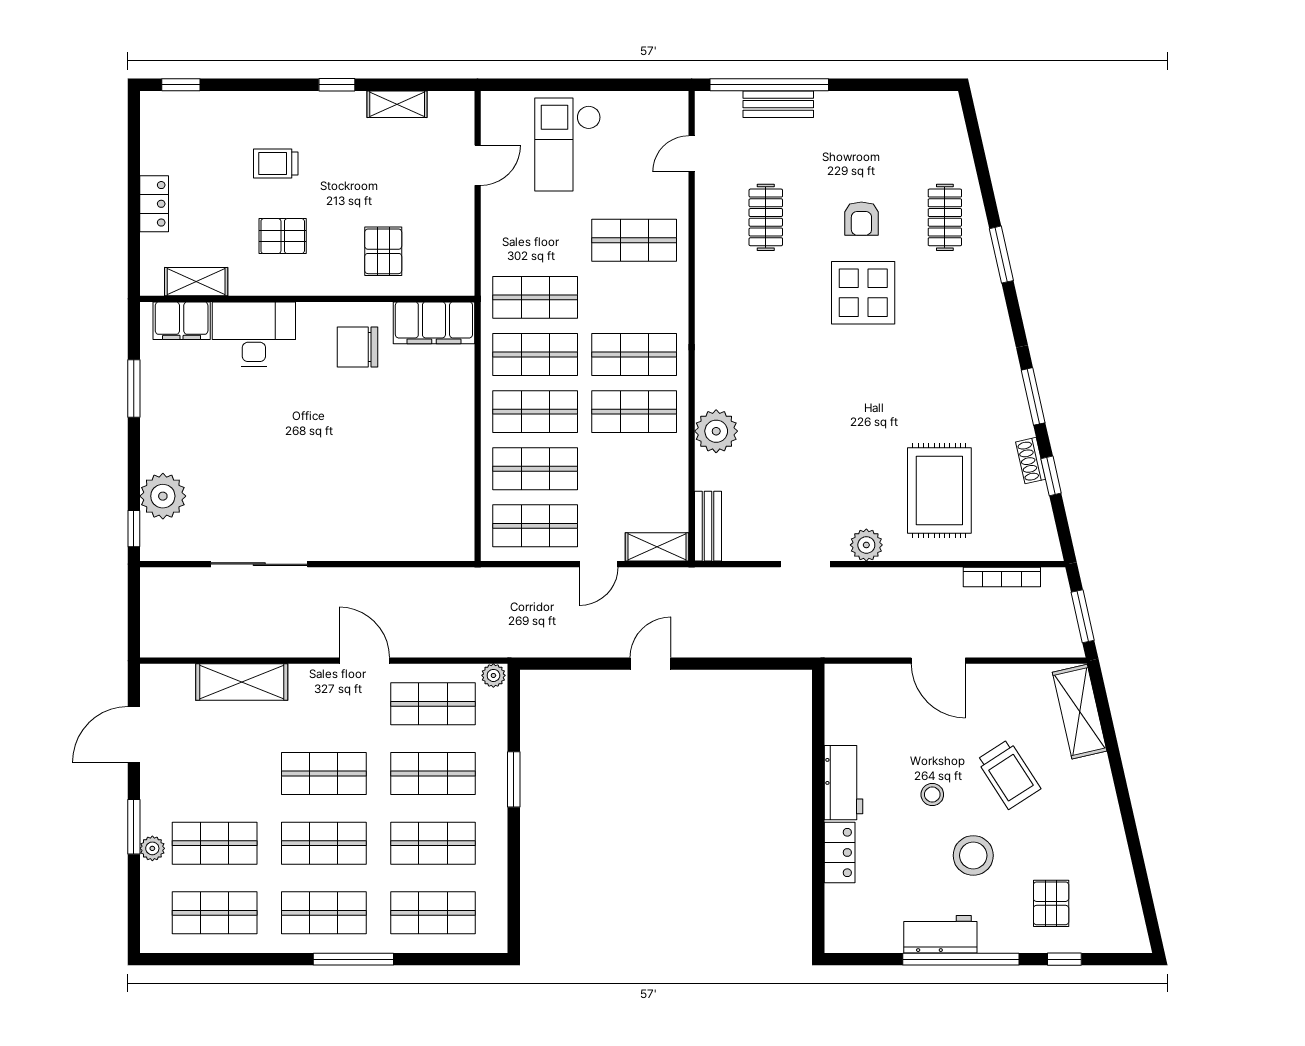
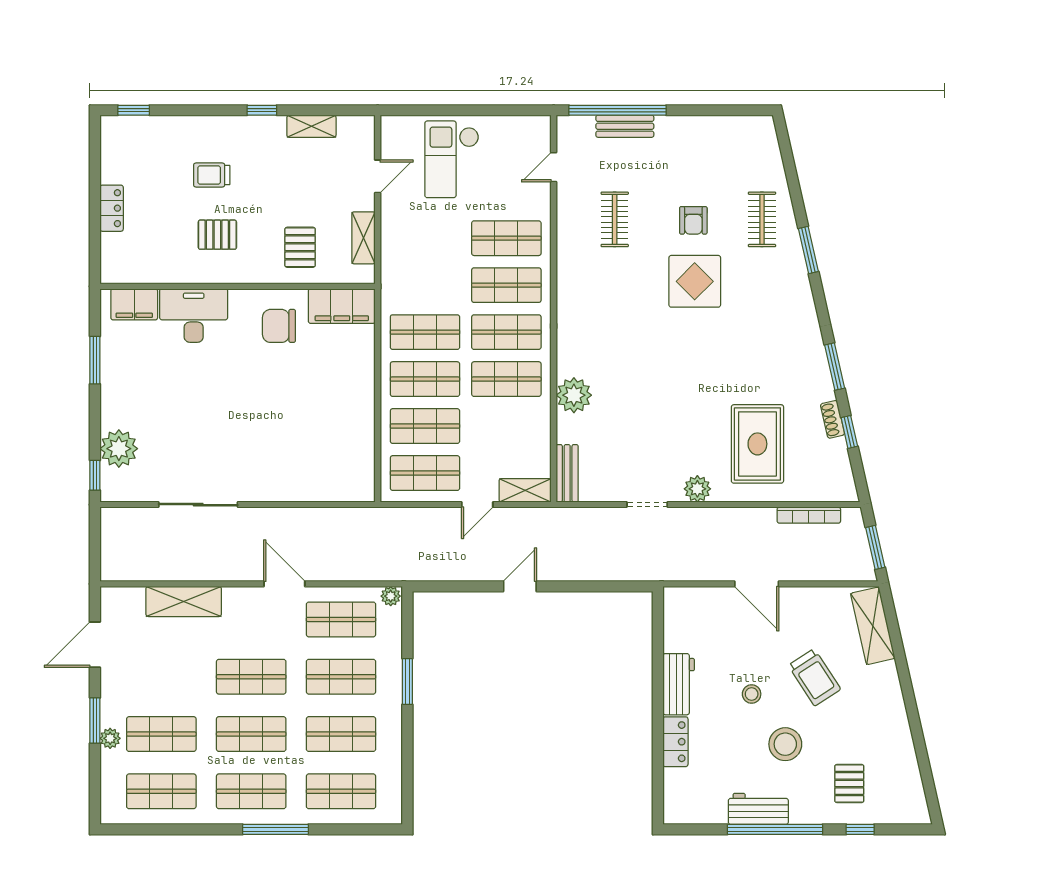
shelving: (196, 282) -> (363, 238), moved, turned 90
shop shelf: (535, 297) -> (506, 285), moved

